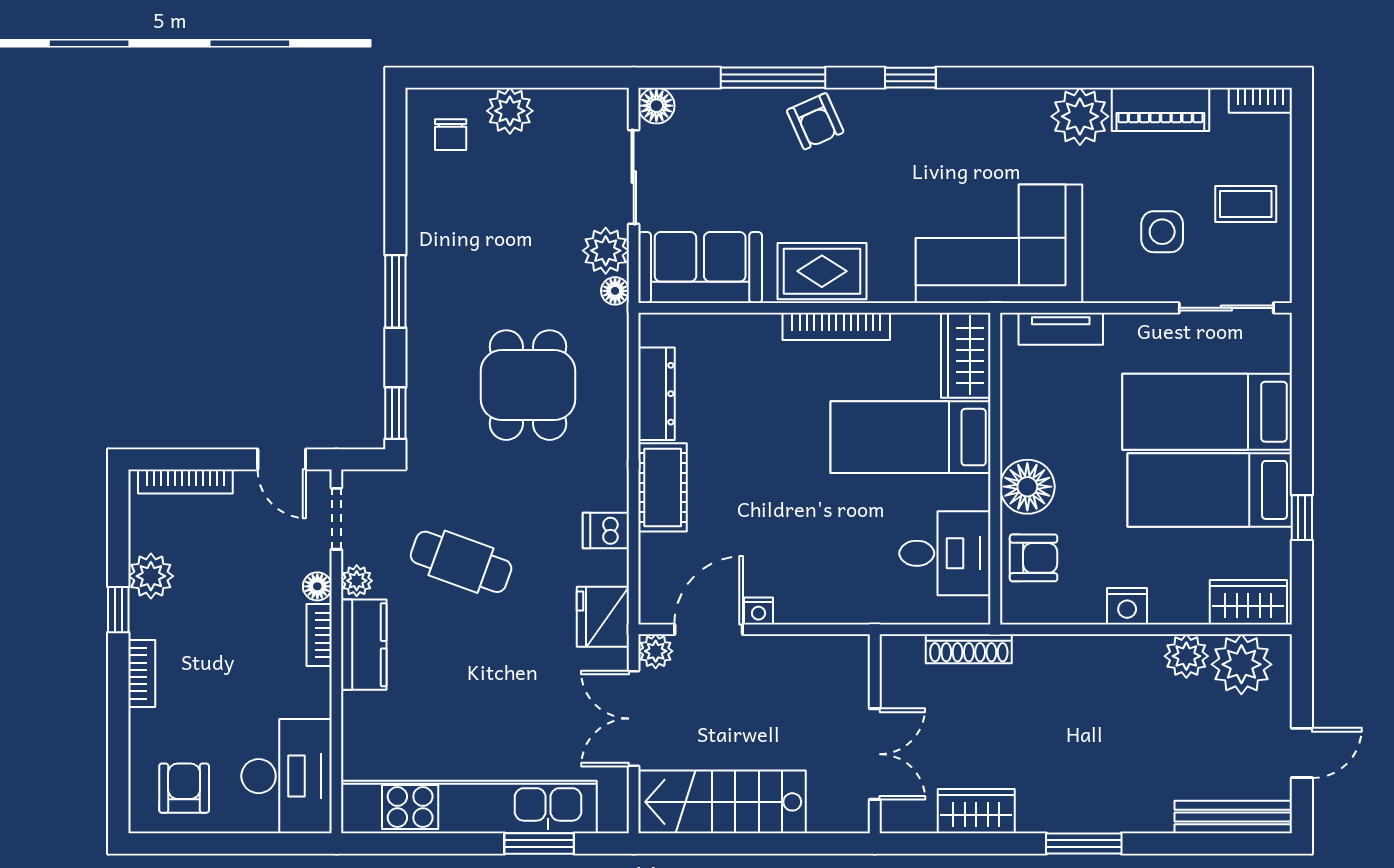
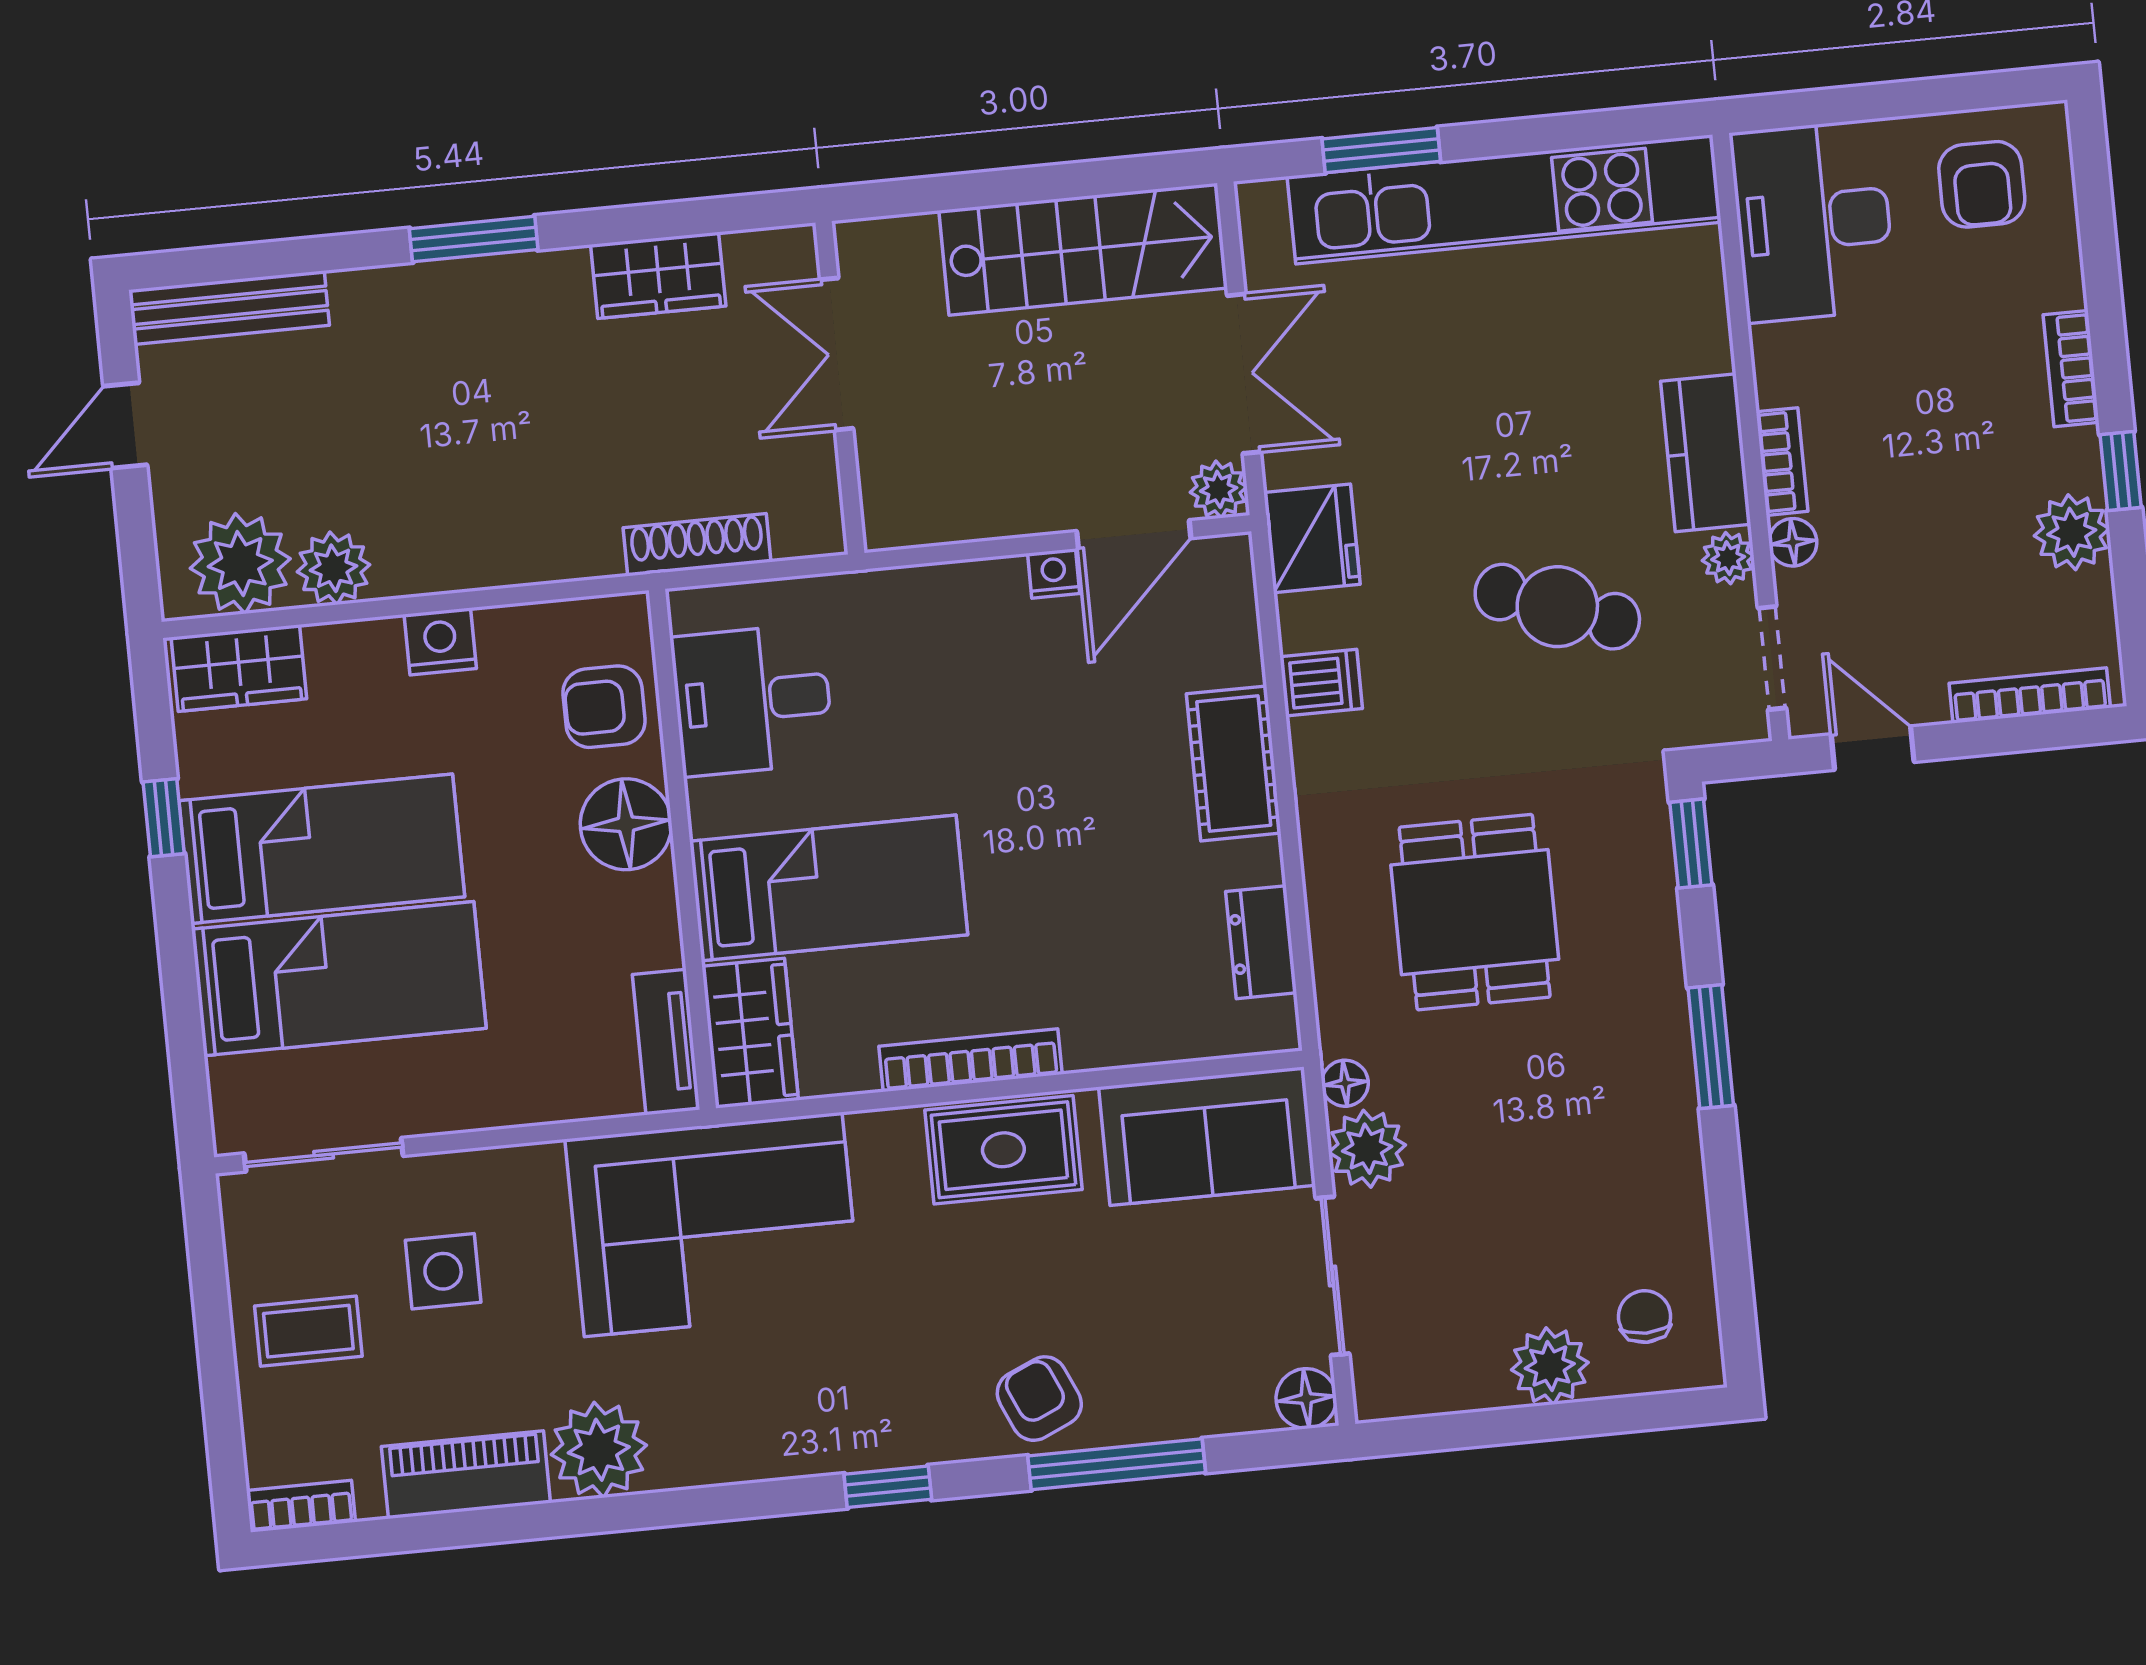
tv unit: (1061, 329) -> (666, 1042), moved, turned -90
dresser: (657, 394) -> (1261, 942), width x0.70

